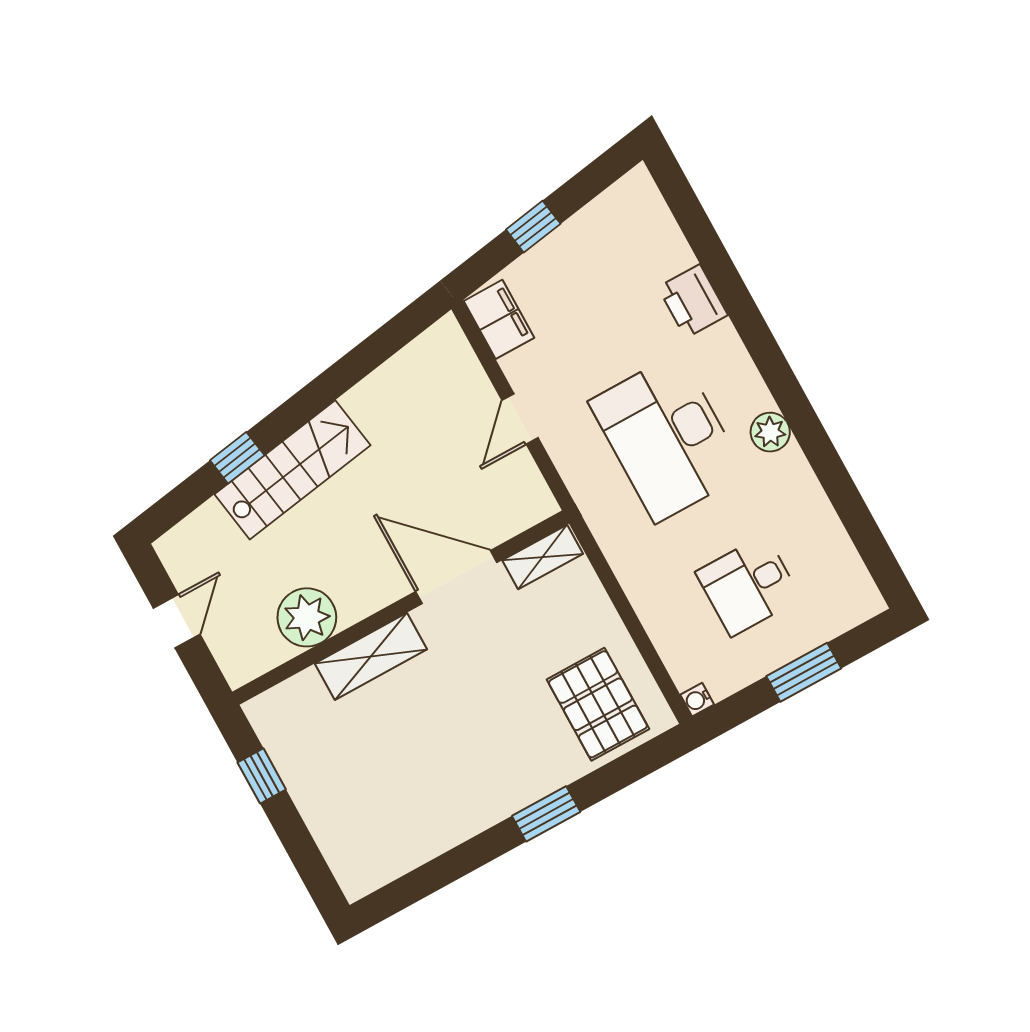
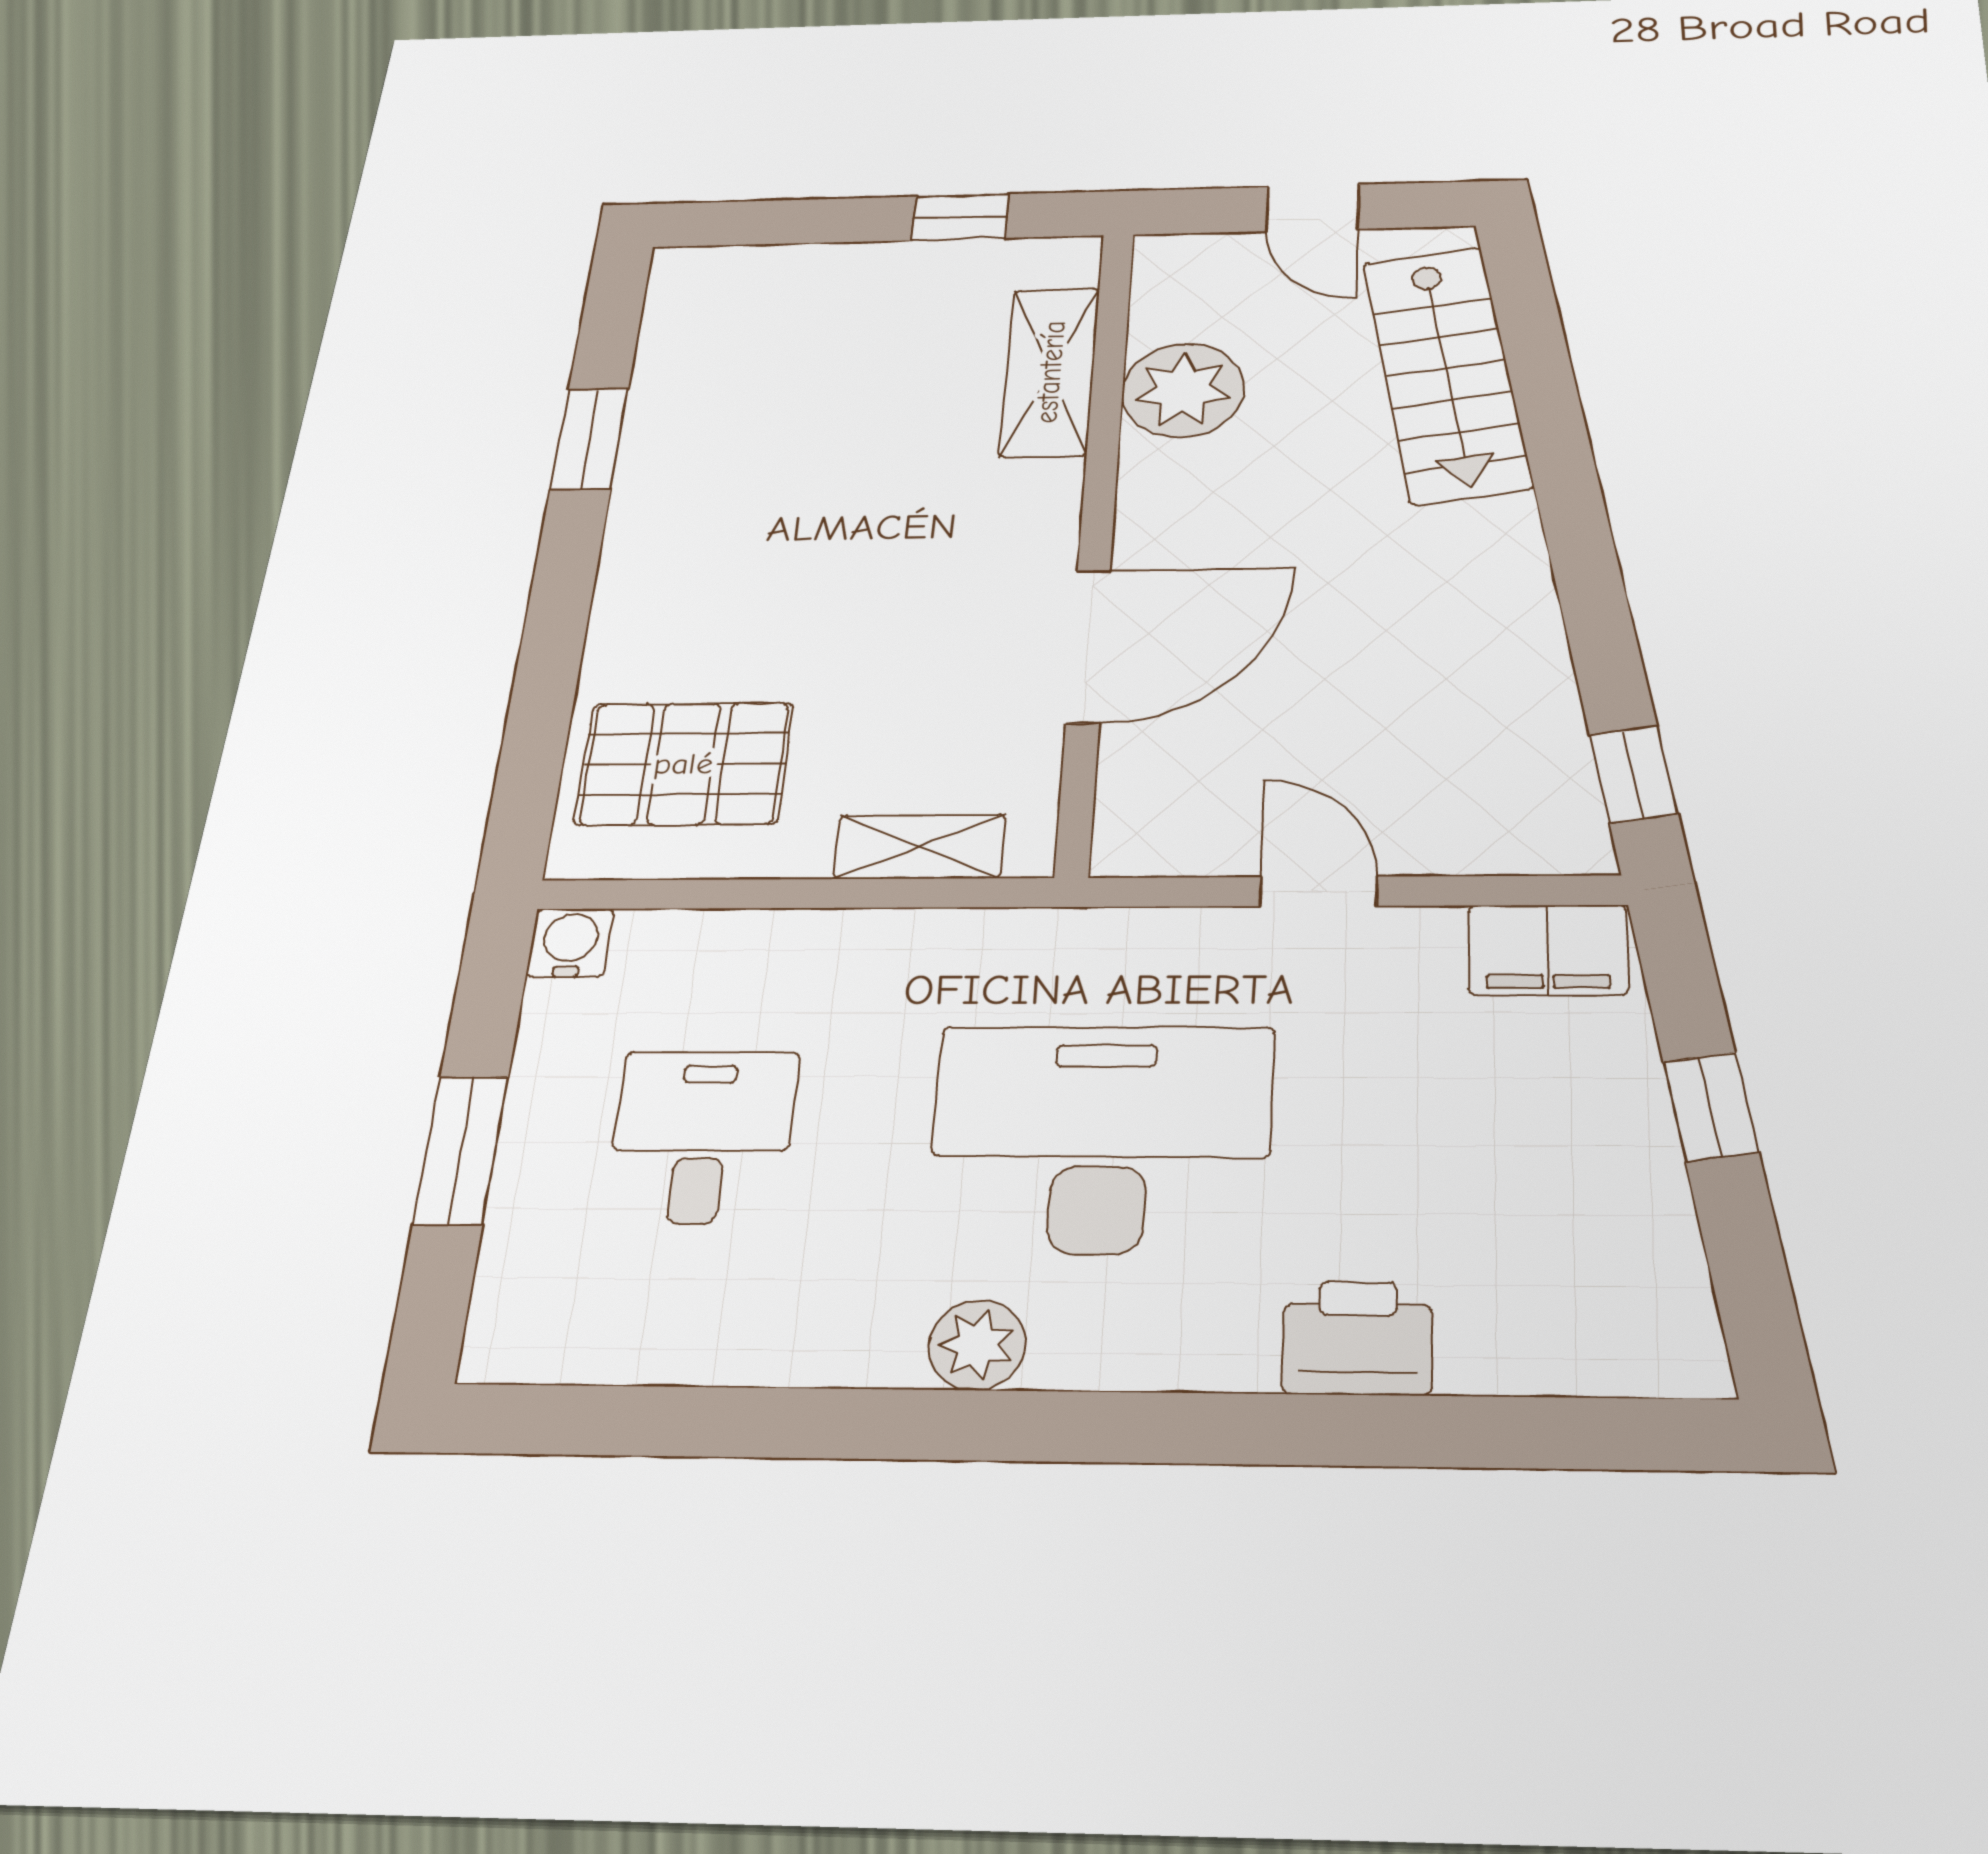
window: (237, 458) -> (1634, 774), moved
stairs: (293, 470) -> (1447, 373), moved
shelving: (543, 557) -> (920, 847), moved, turned 90
shelving: (371, 656) -> (1050, 372), moved
water cooler: (697, 700) -> (570, 943), width x1.38, depth x1.38
window: (546, 814) -> (589, 439), moved

